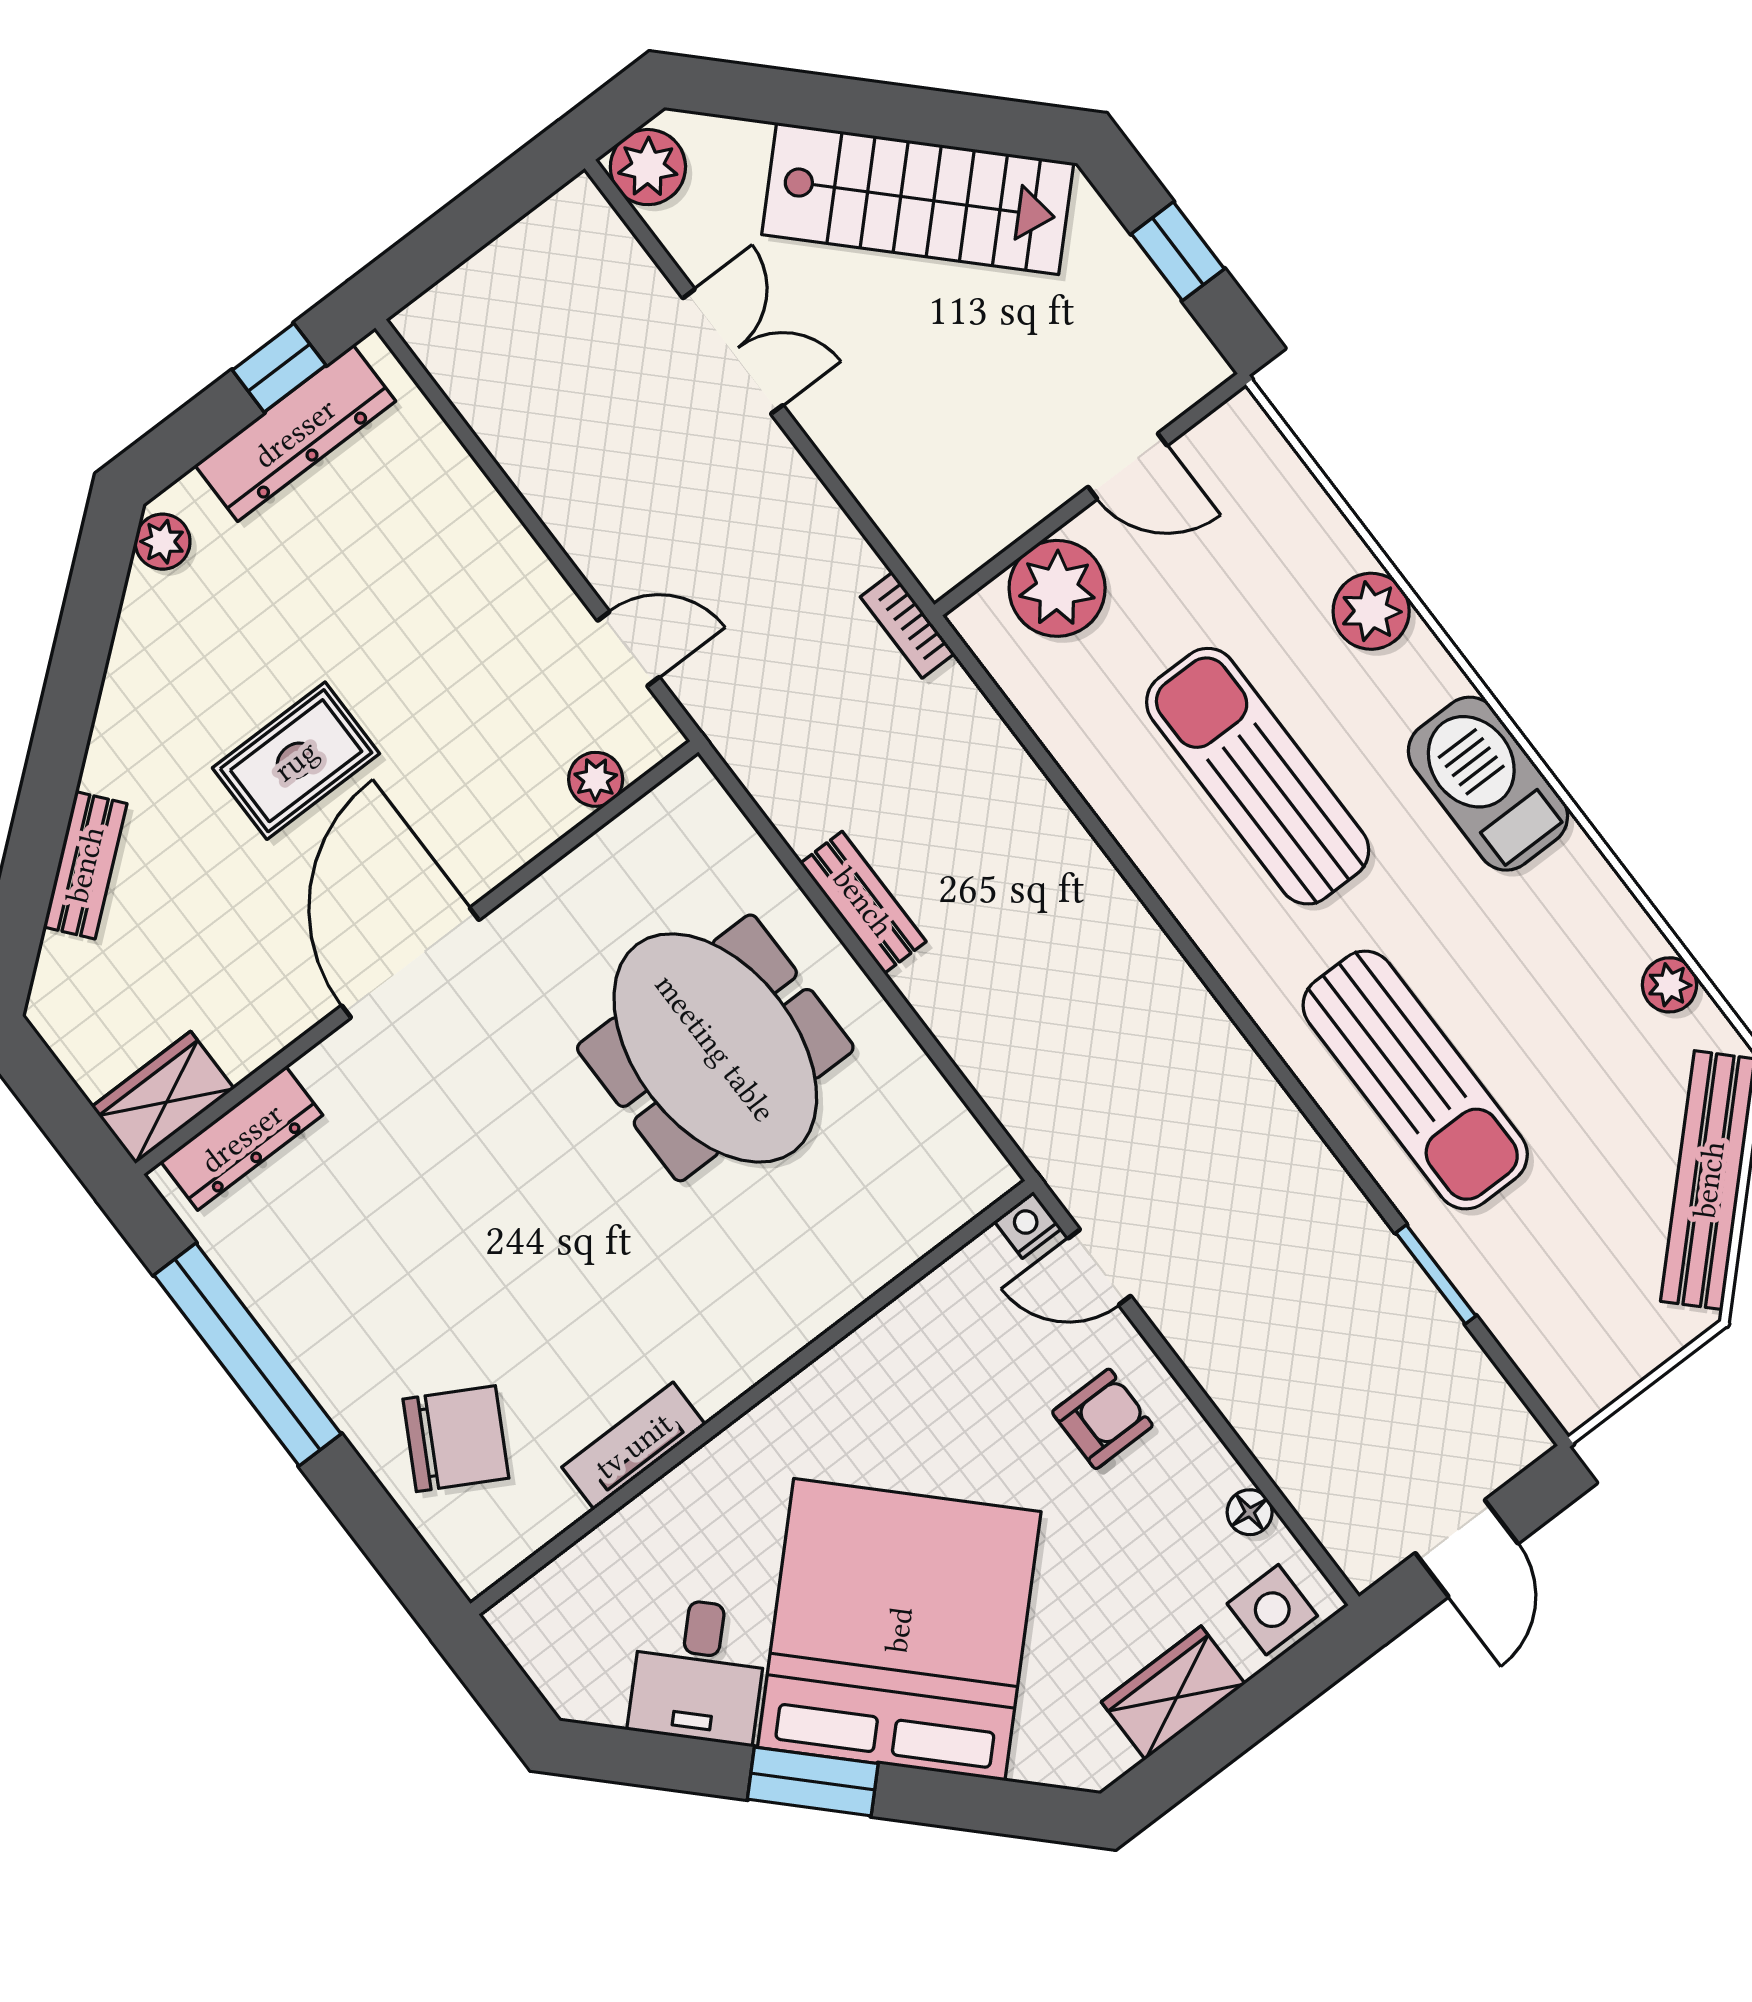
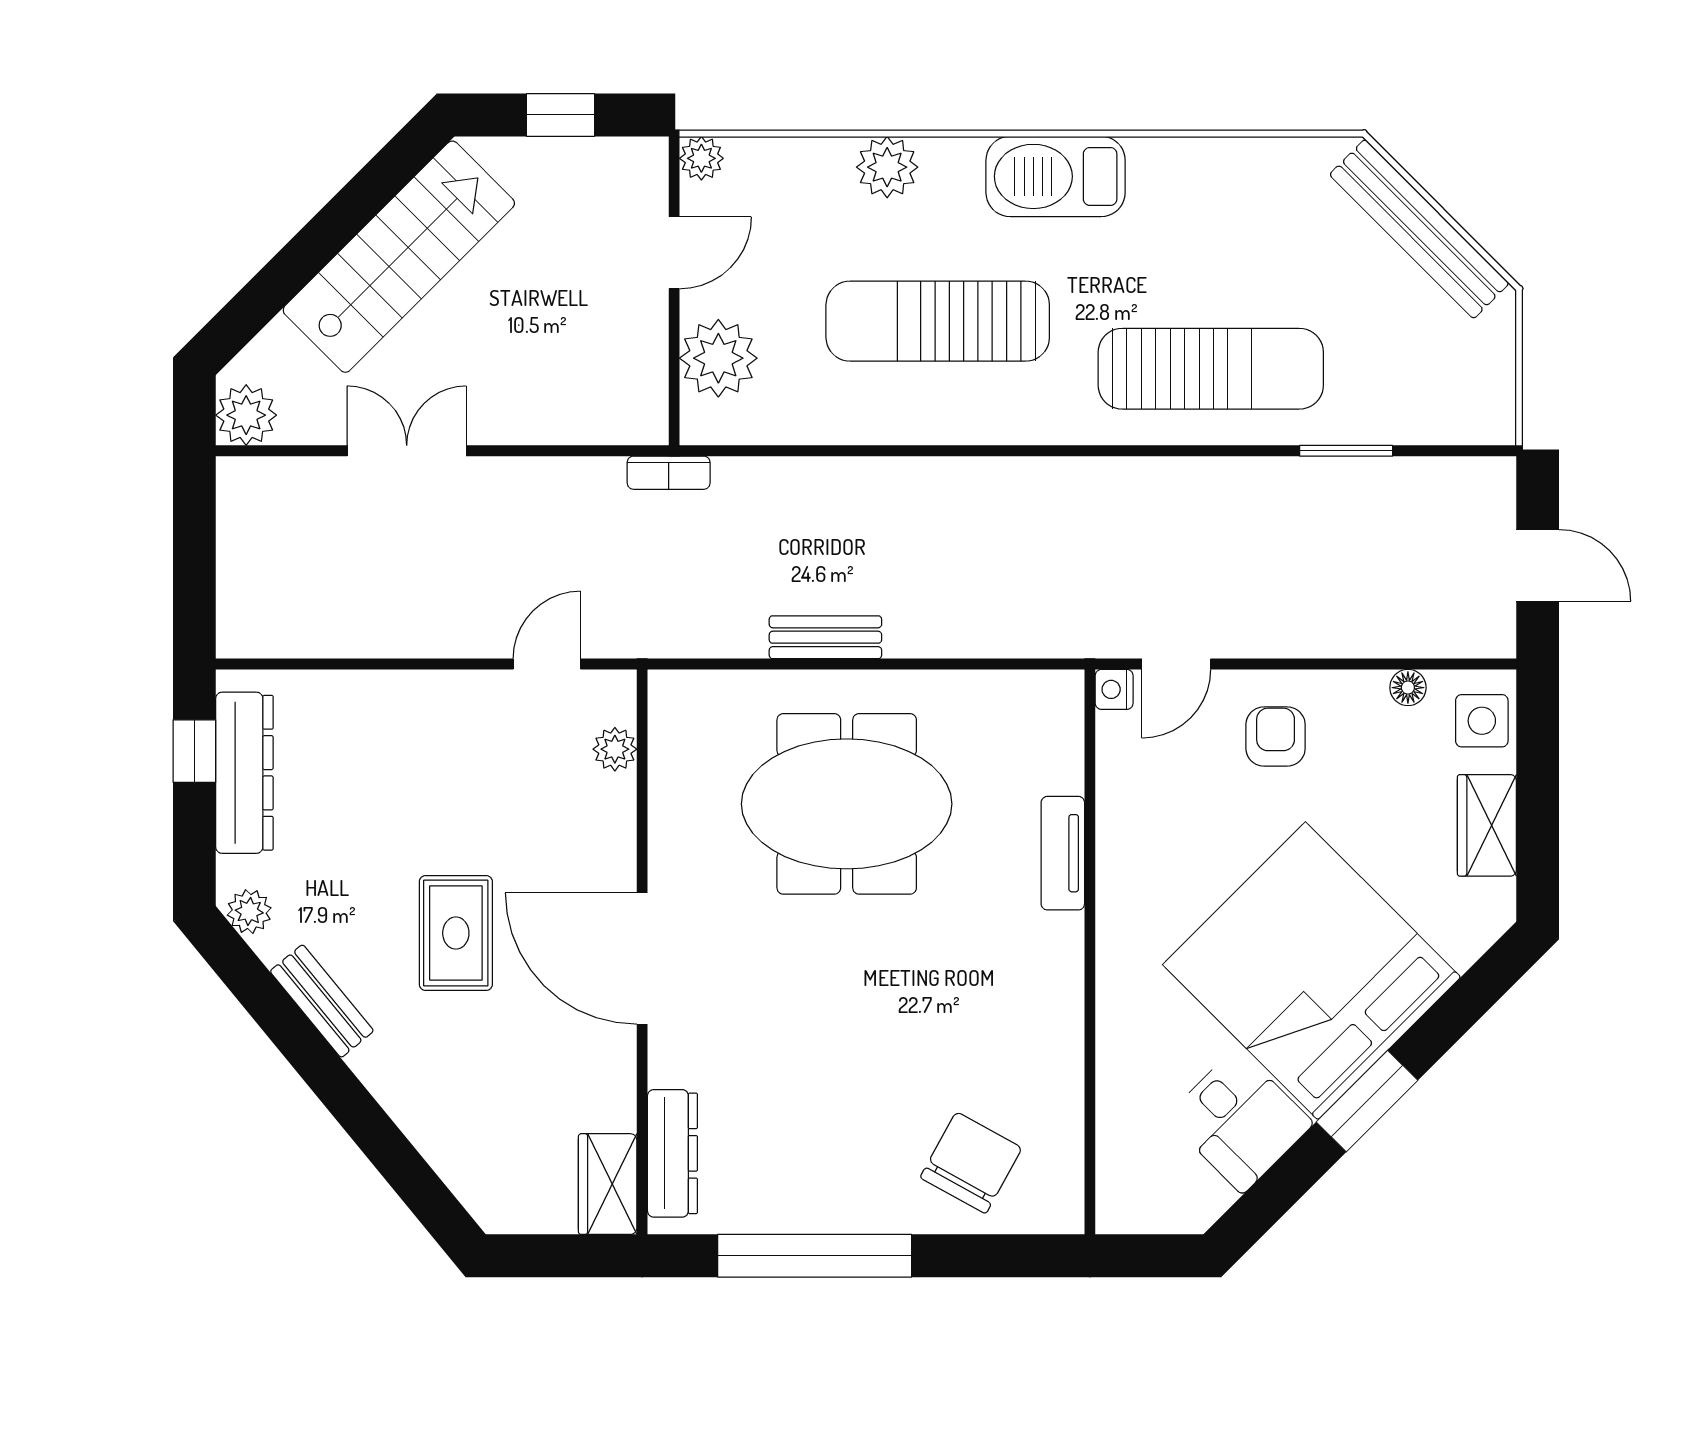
bench: (85, 865) -> (322, 1001), moved
plant: (1669, 985) -> (701, 158), moved
tv unit: (634, 1446) -> (1063, 853), moved

